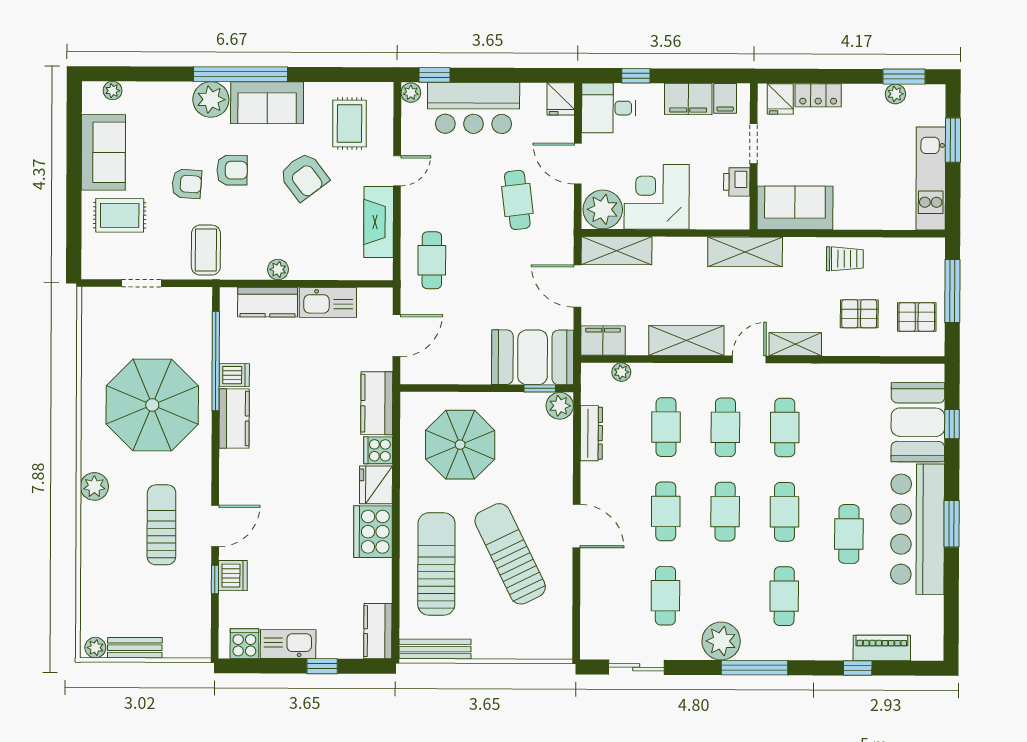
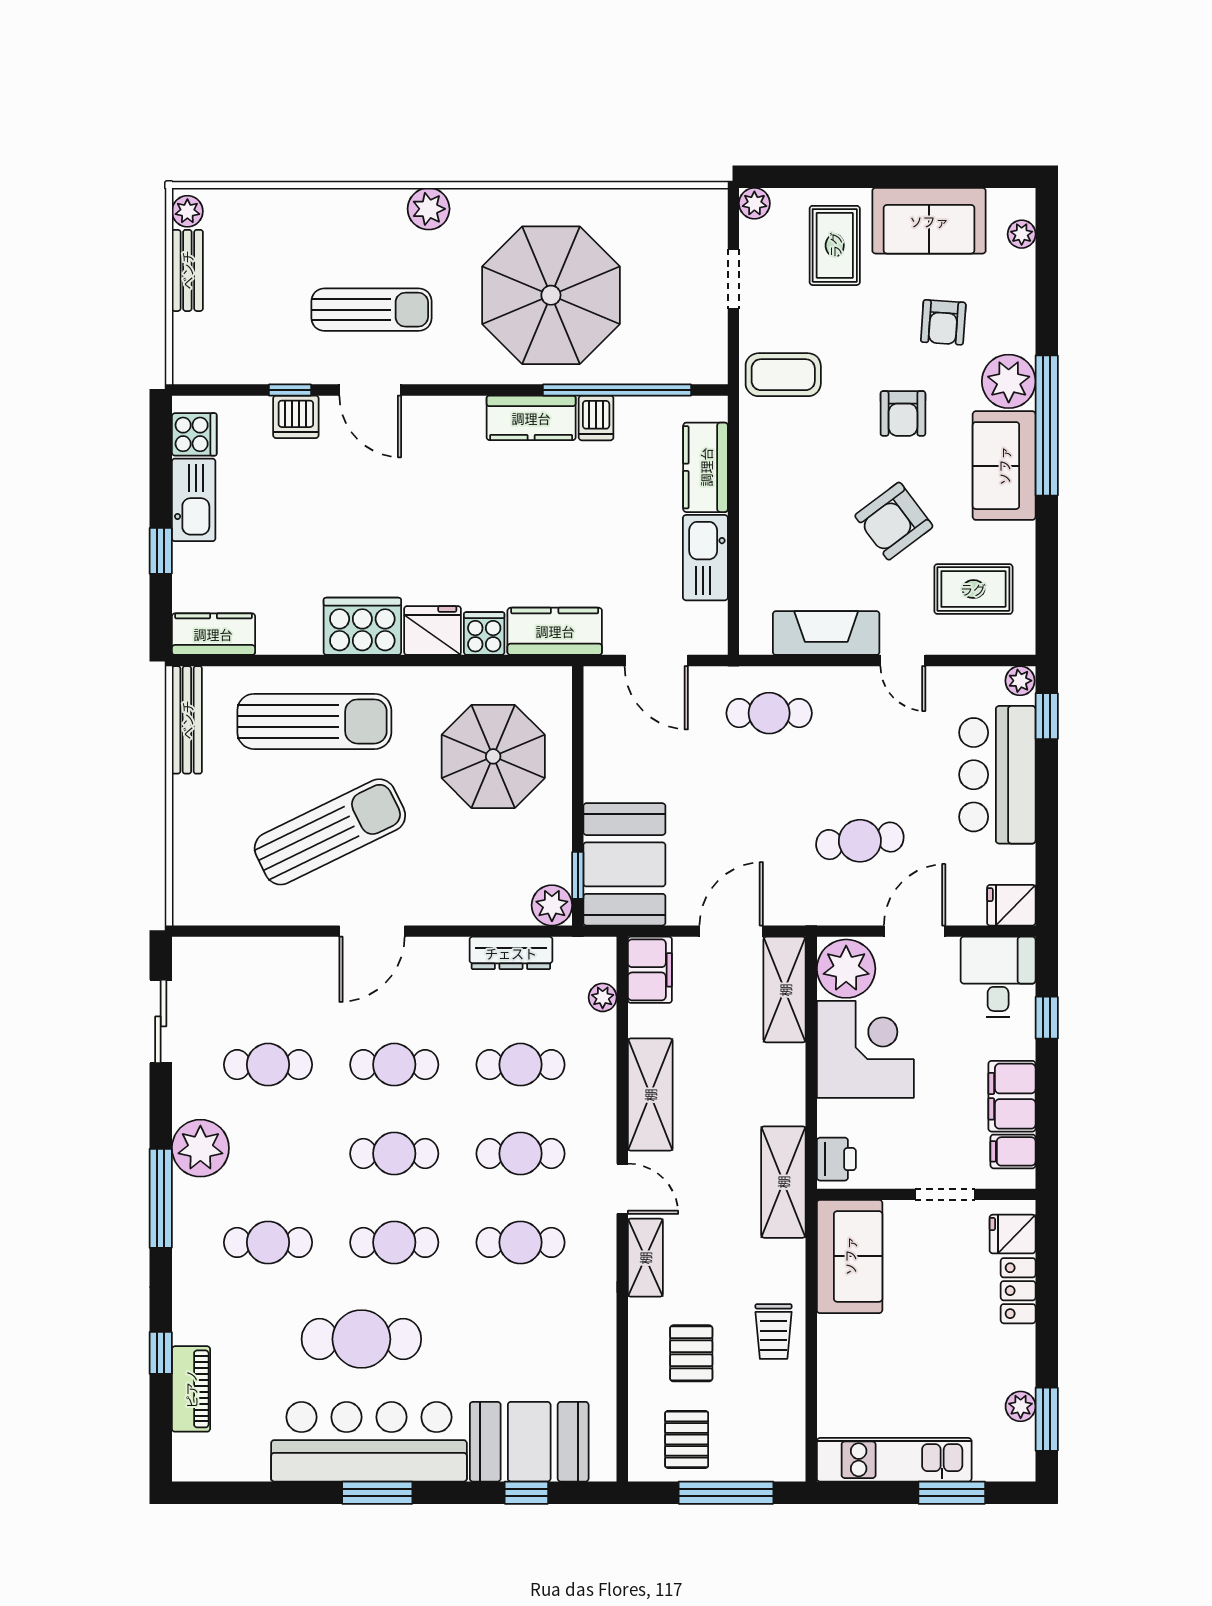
printer: (737, 182) -> (836, 1159), moved, turned 90
armchair: (187, 184) -> (943, 322), moved
plant: (278, 270) -> (754, 203), moved
cafe table: (849, 534) -> (361, 1339), width x1.37, depth x1.35

